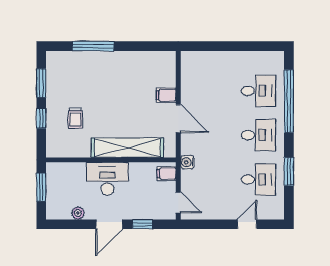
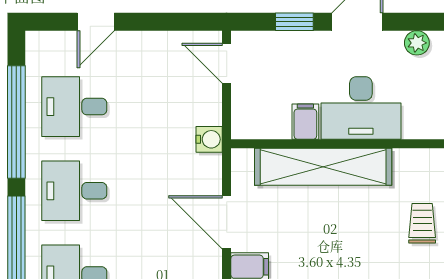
window: (289, 171) -> (16, 122), width x2.11
filing cabinet: (167, 173) -> (305, 122), moved, turned -90

